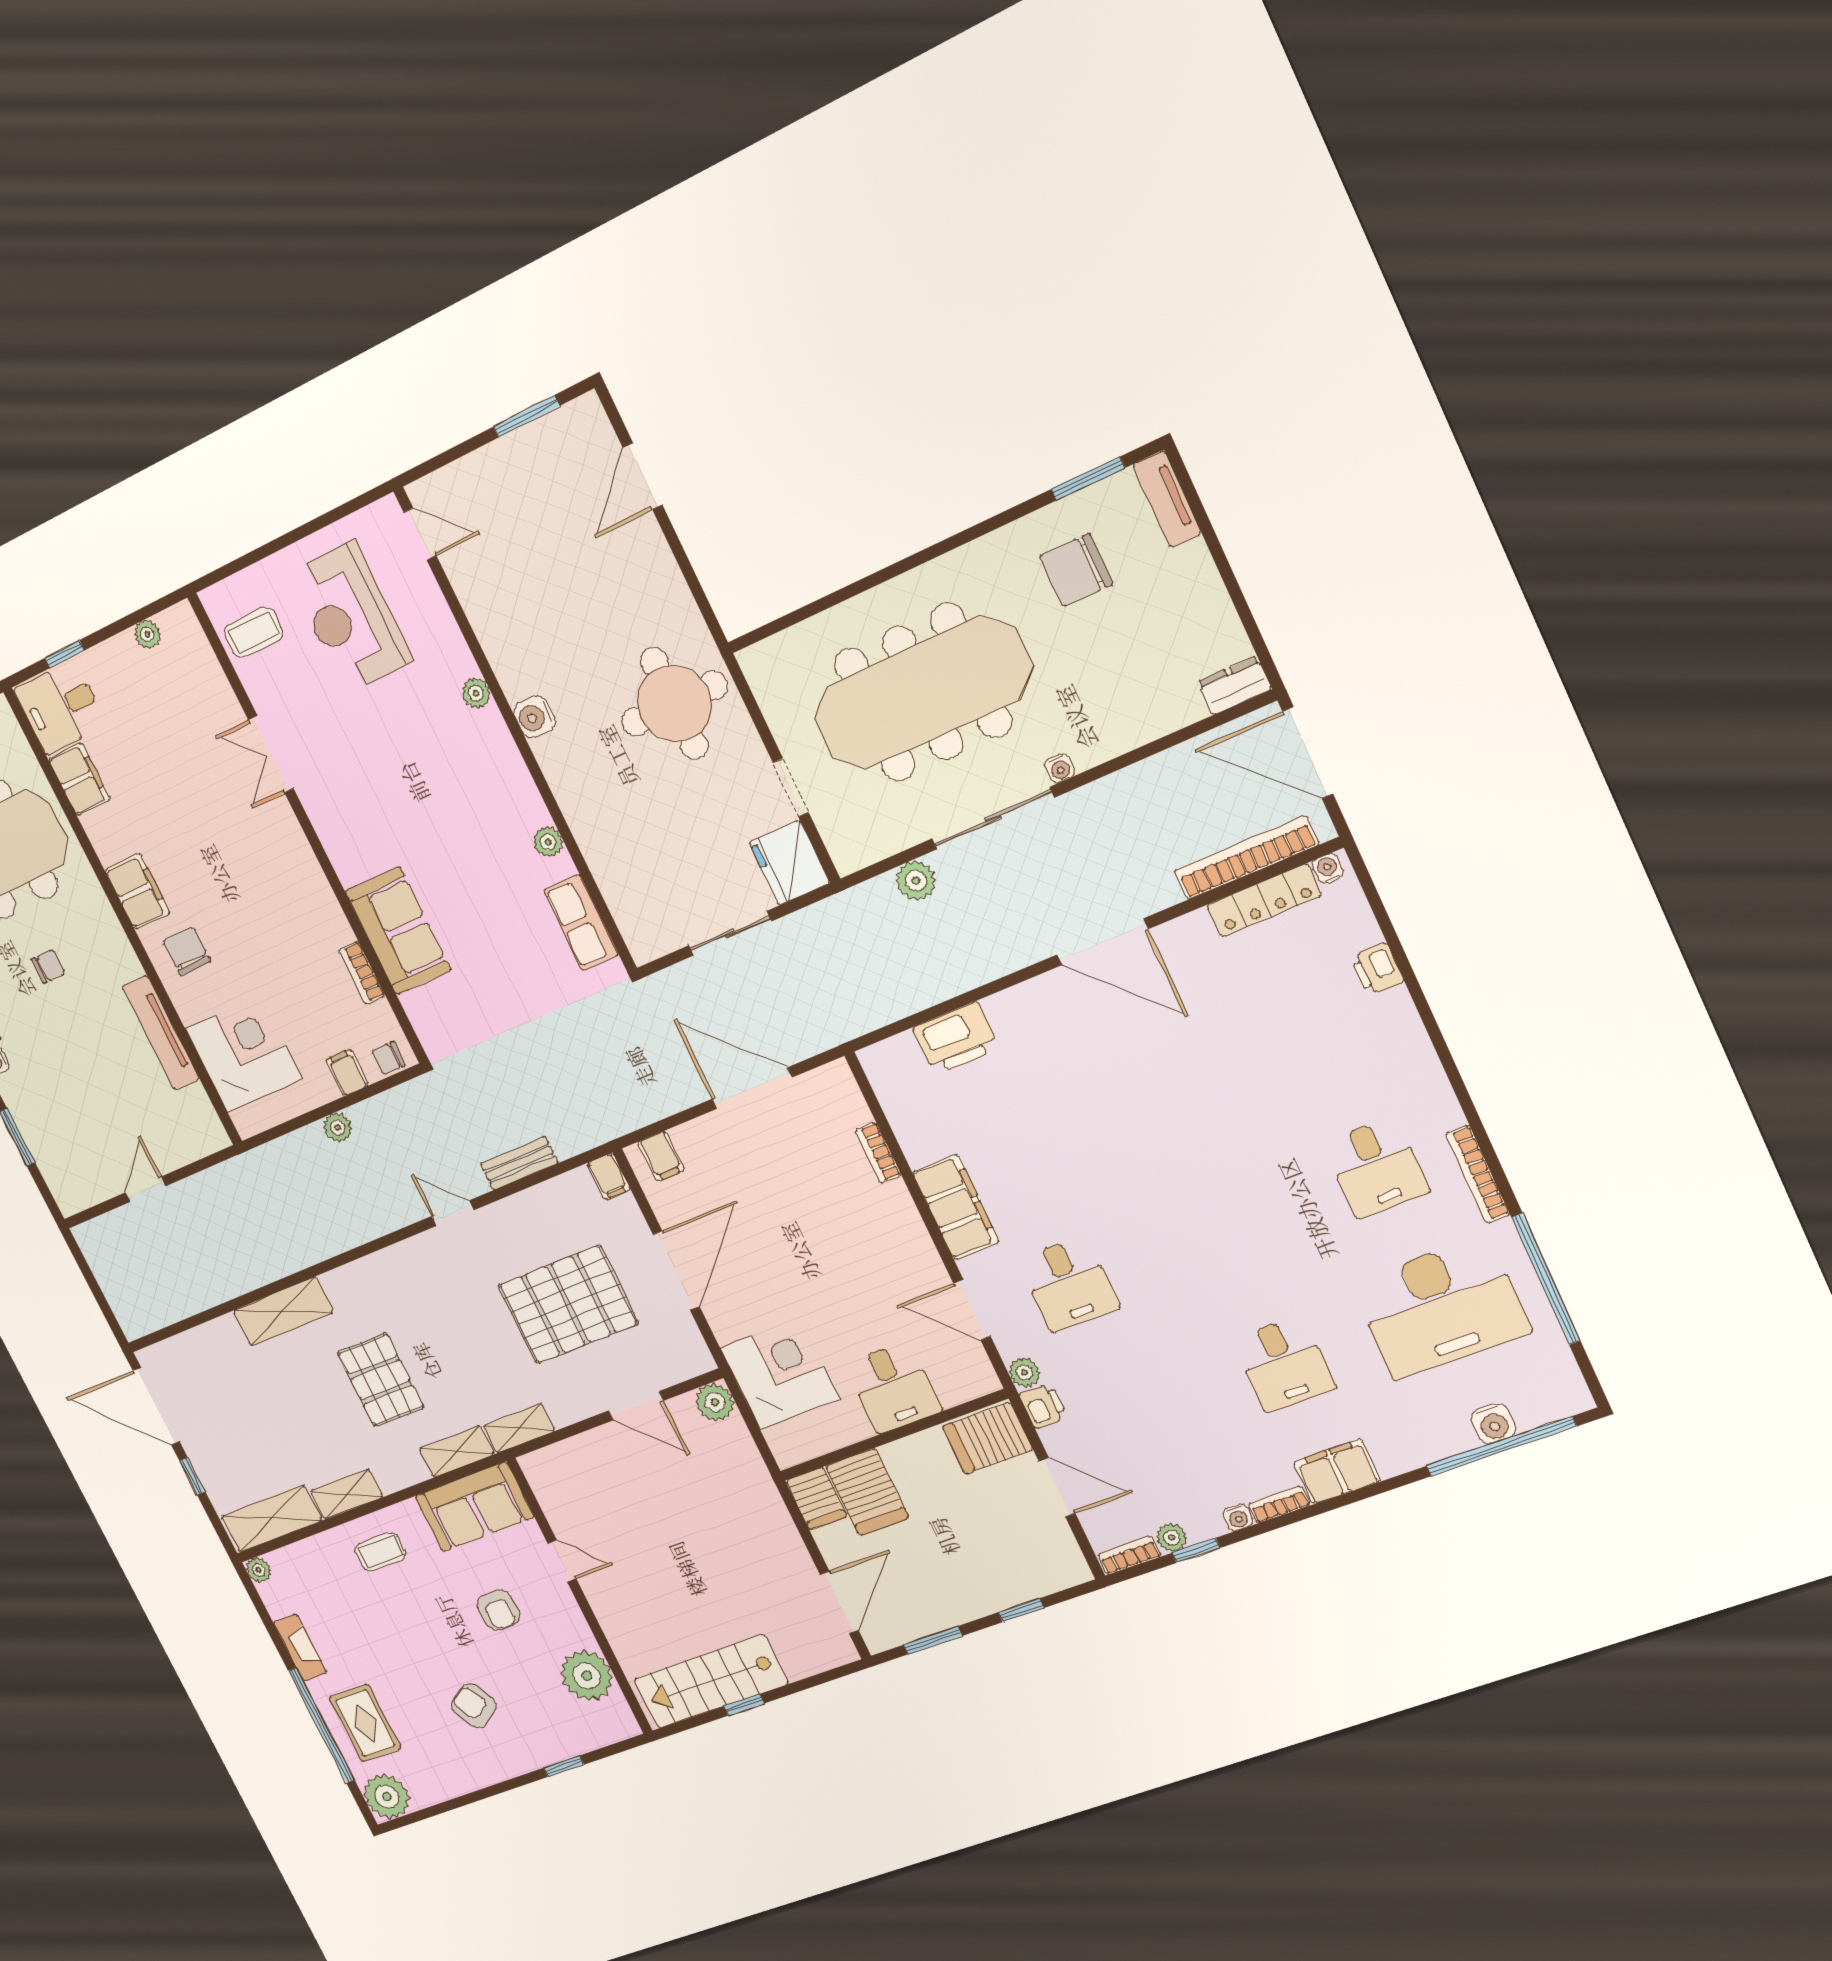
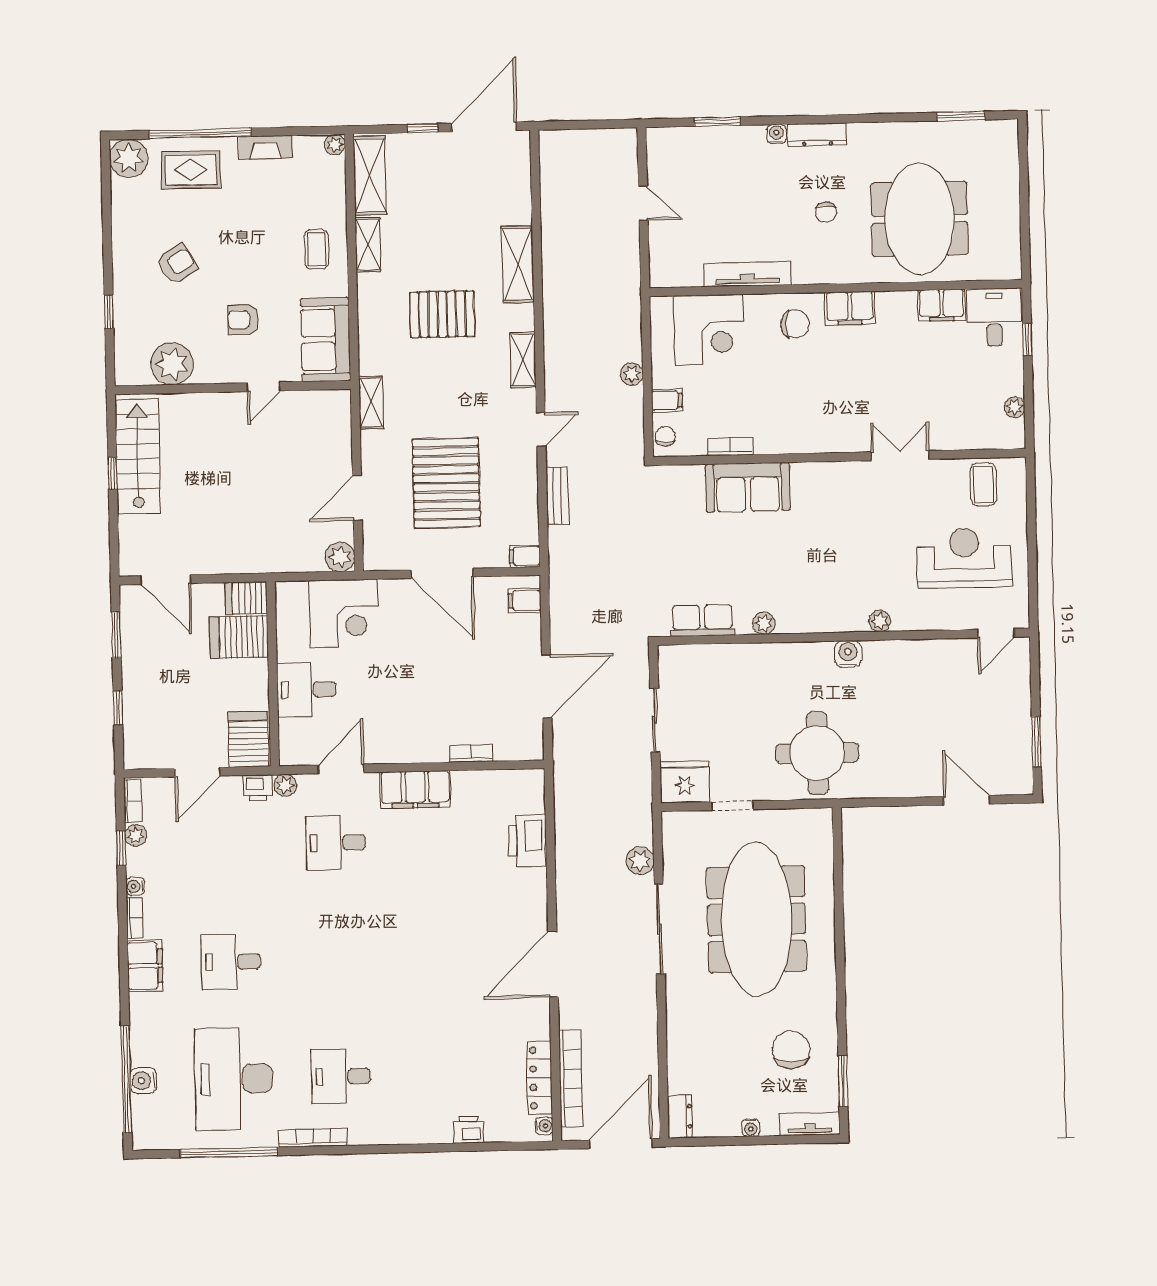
water cooler: (1060, 768) -> (751, 1128), moved, turned -90
shelving: (457, 1451) -> (523, 360), moved

